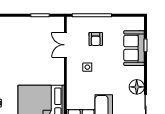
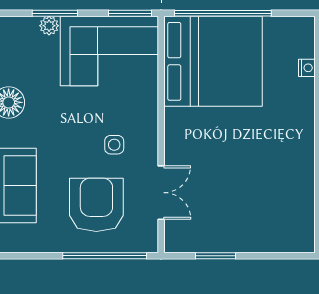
armchair: (96, 39) -> (96, 205), width x1.88, depth x1.88

